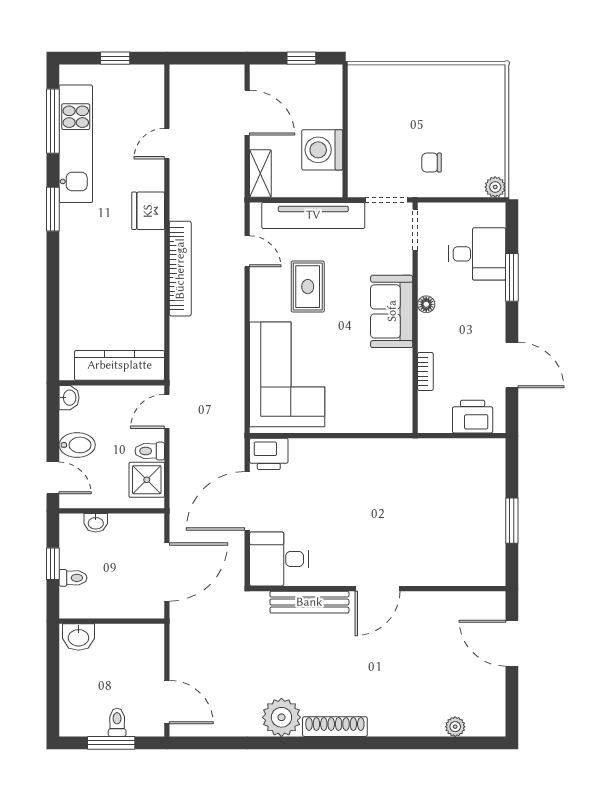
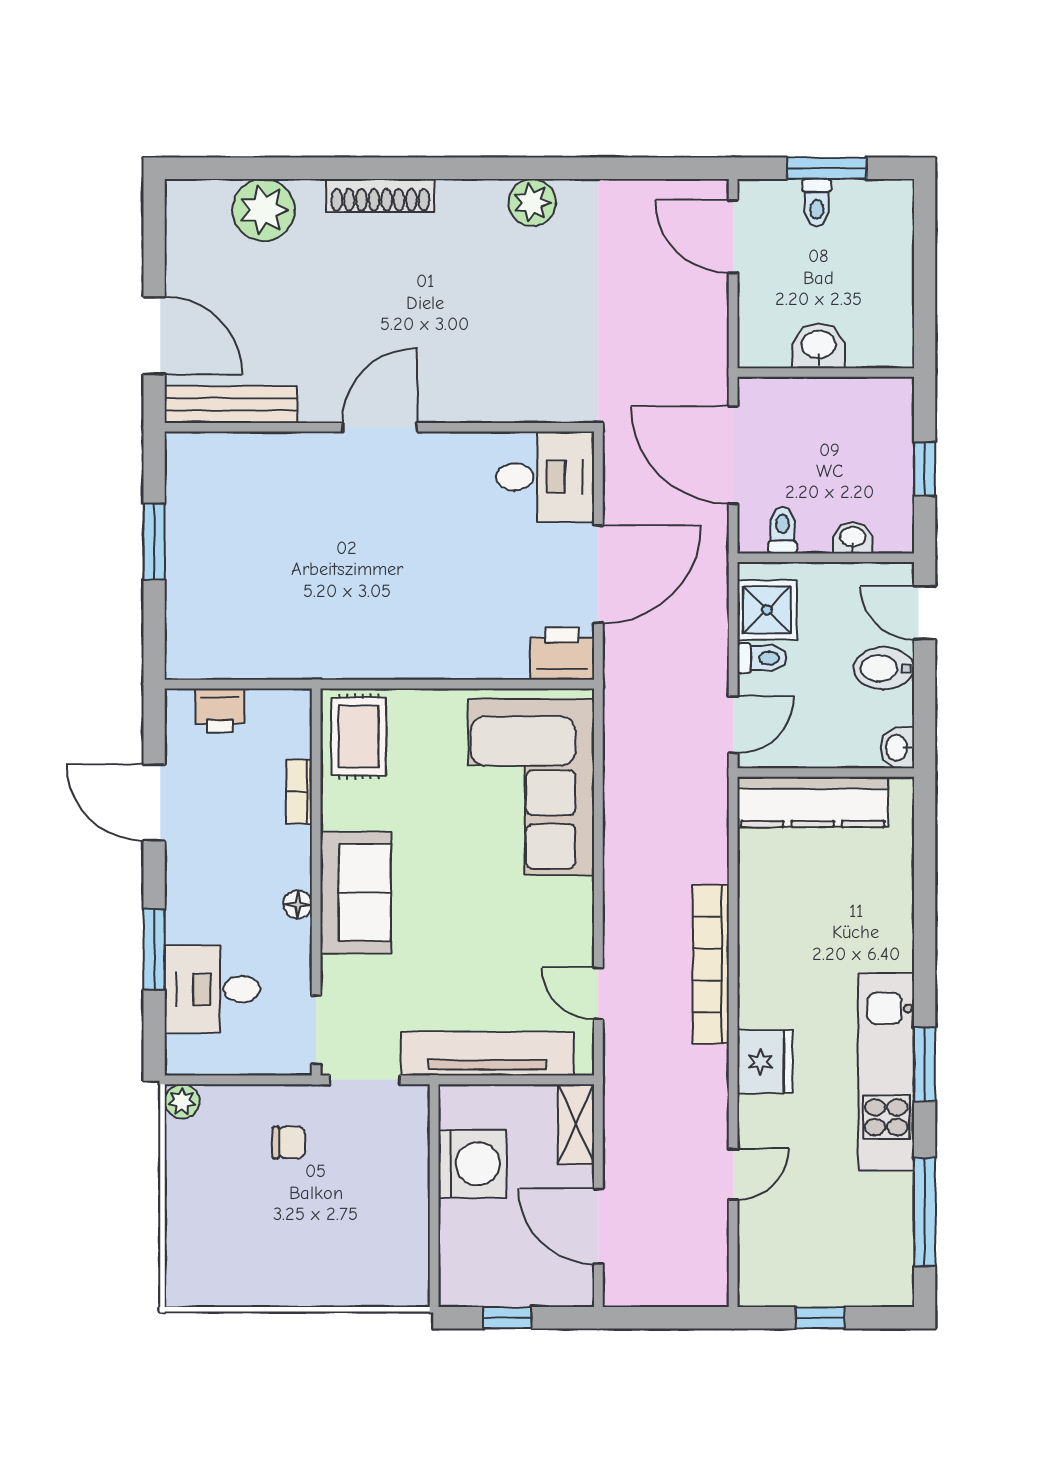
kitchen unit: (76, 144) -> (886, 1072), moved
rug: (308, 287) -> (359, 737), moved
printer: (473, 417) -> (220, 711), width x0.73, depth x0.81
door: (167, 572) -> (733, 455), hinge flipped
toilet: (73, 578) -> (783, 530), moved, turned 90
bench: (309, 602) -> (231, 404), moved
washbasin: (78, 637) -> (819, 346), moved
plant: (281, 717) -> (532, 202), width x0.73, depth x0.73
shoe rack: (335, 727) -> (380, 195), moved
plant: (455, 727) -> (264, 210), width x1.87, depth x1.87

